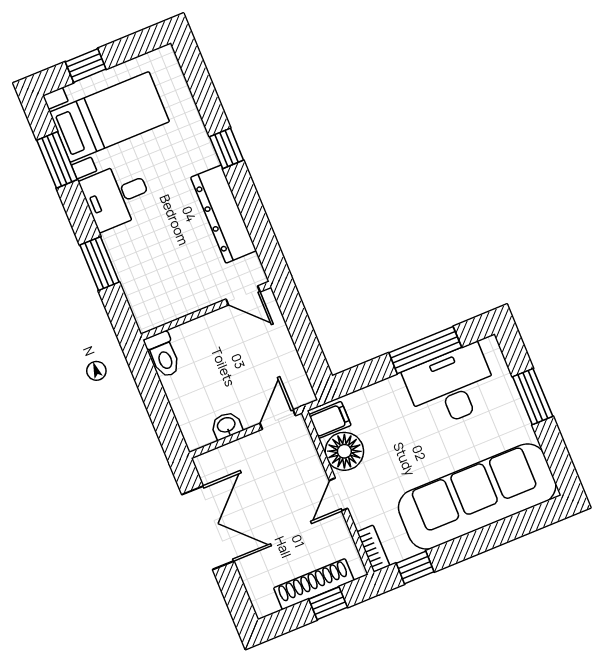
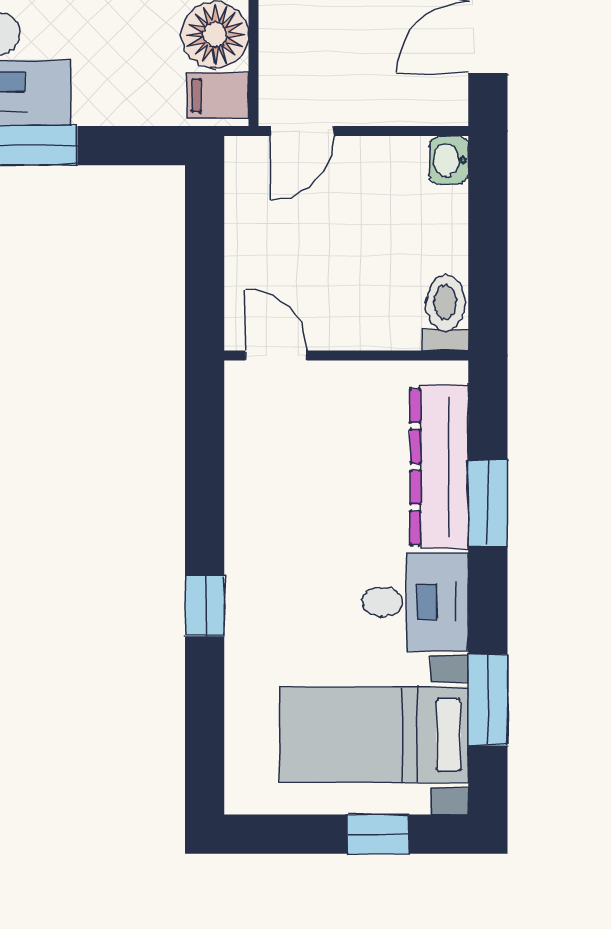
dresser: (224, 214) -> (439, 467), moved, turned 180
washbasin: (226, 425) -> (449, 160), moved, turned 90

